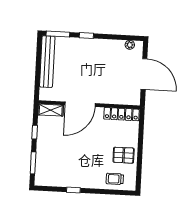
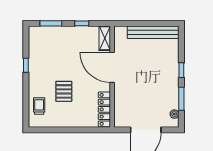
window: (58, 34) -> (181, 99), moved
pallet: (124, 155) -> (64, 91), moved

